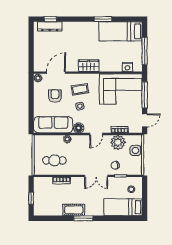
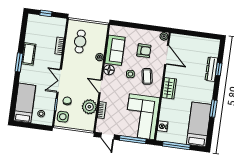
window: (50, 19) -> (219, 69), moved
dresser: (50, 26) -> (211, 69), moved
sofa: (53, 125) -> (115, 50), width x0.73
side table: (135, 150) -> (63, 117), moved

